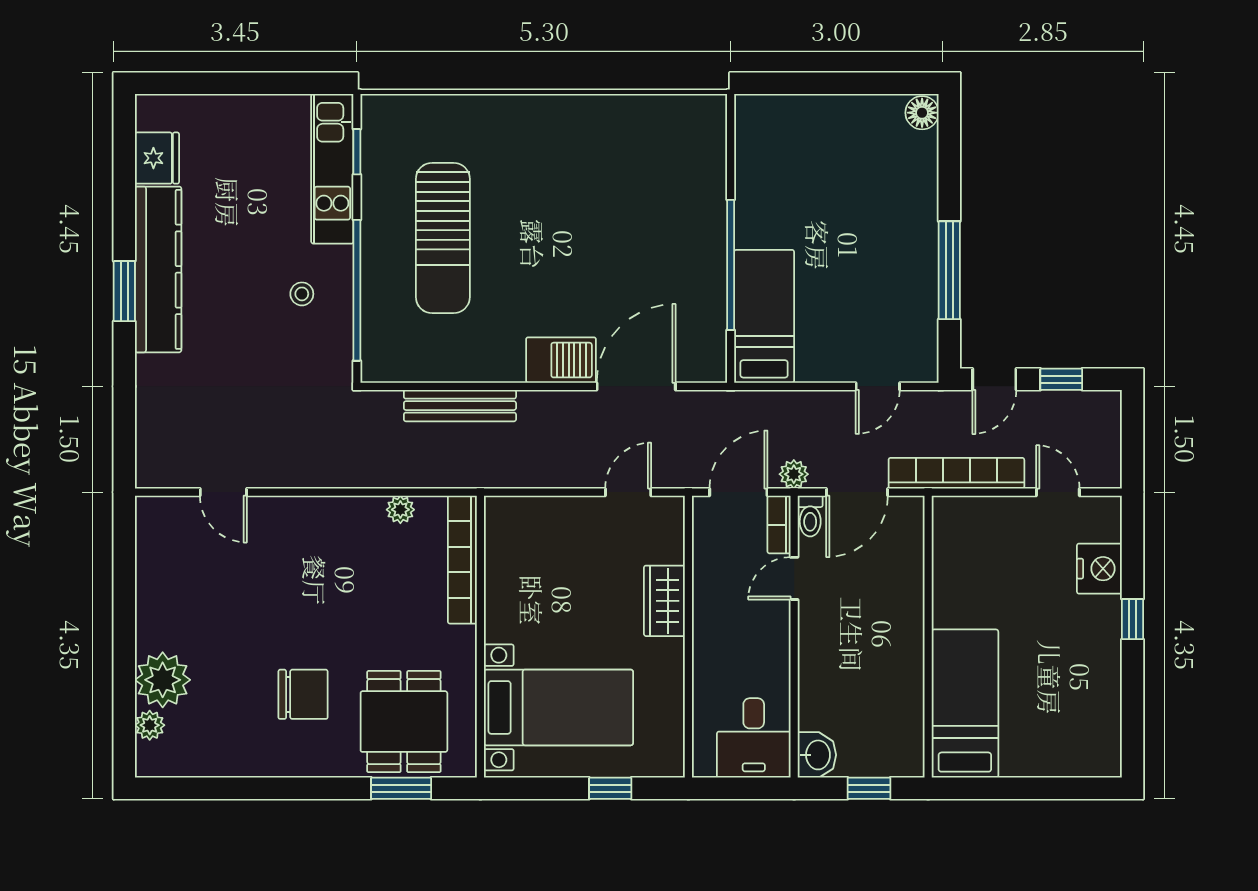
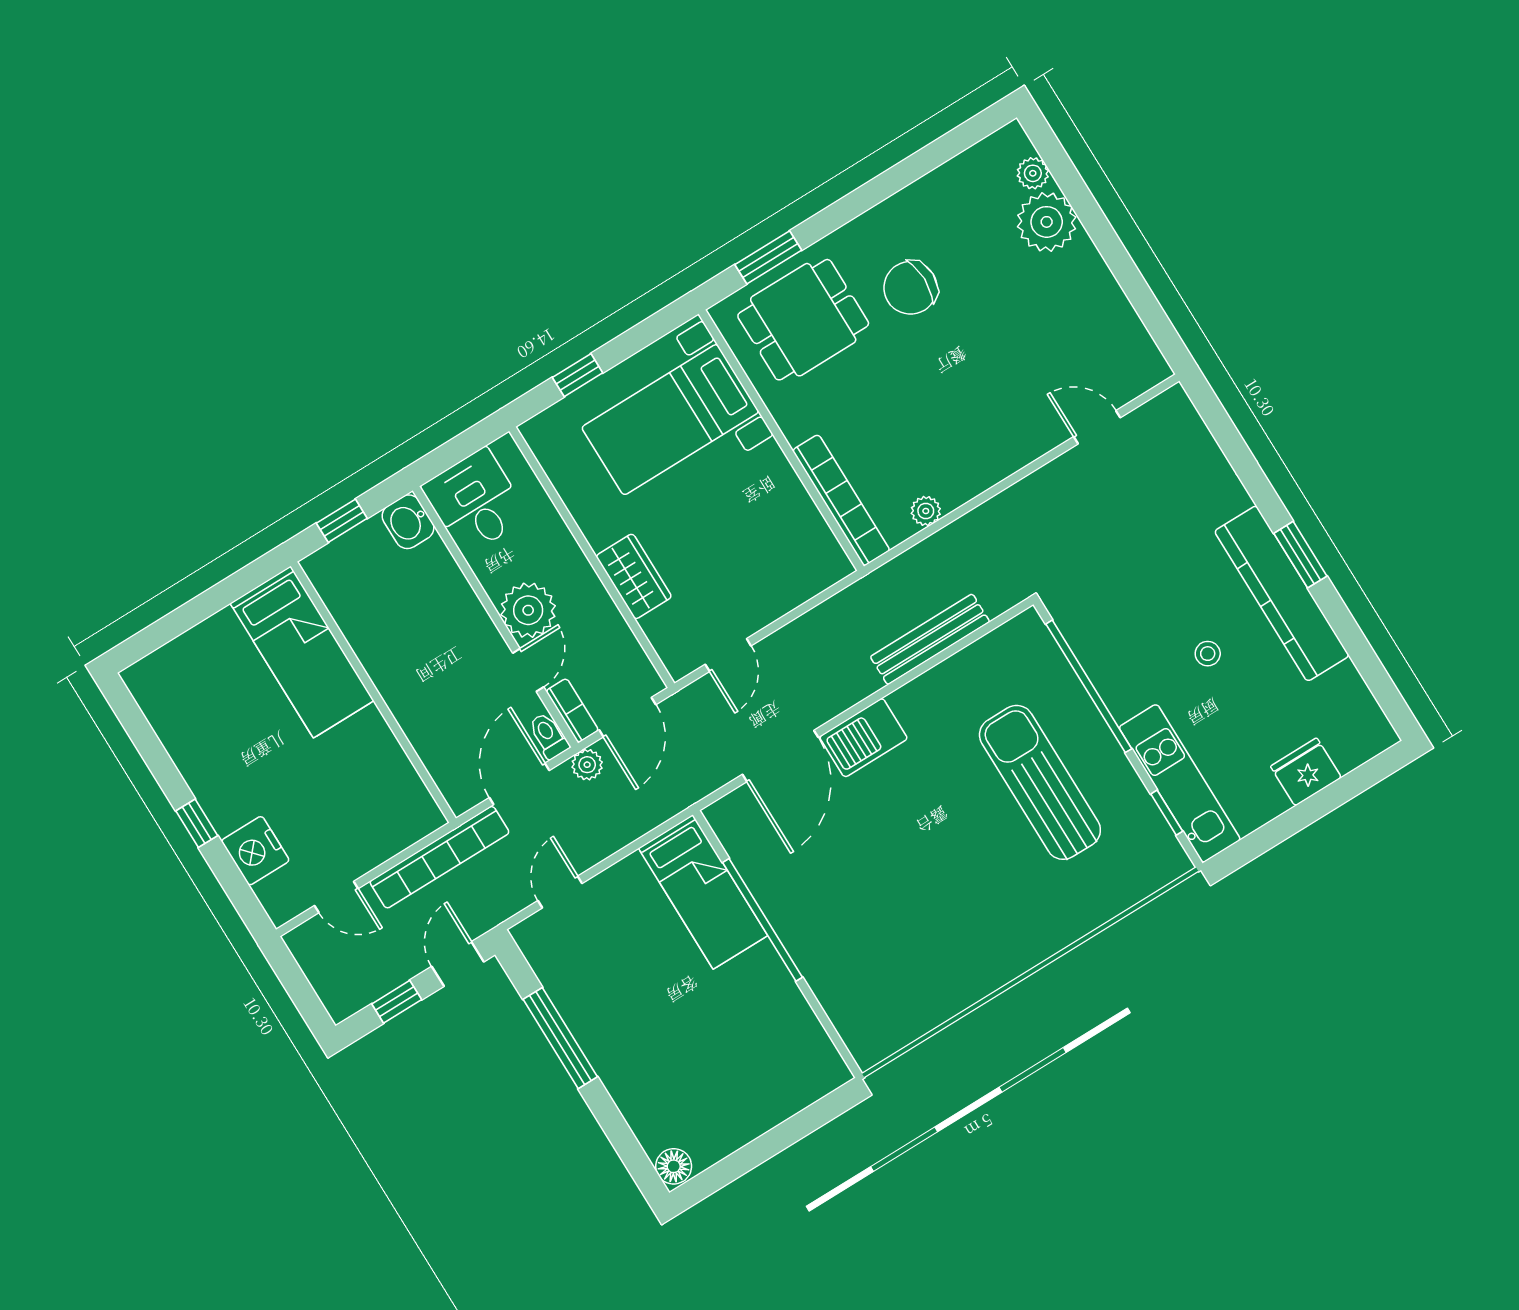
fridge: (157, 158) -> (1306, 772), moved, turned 90
stool: (302, 294) -> (1208, 654), moved
plant: (765, 626) -> (528, 610), added
dining table: (404, 722) -> (803, 320), turned 90

